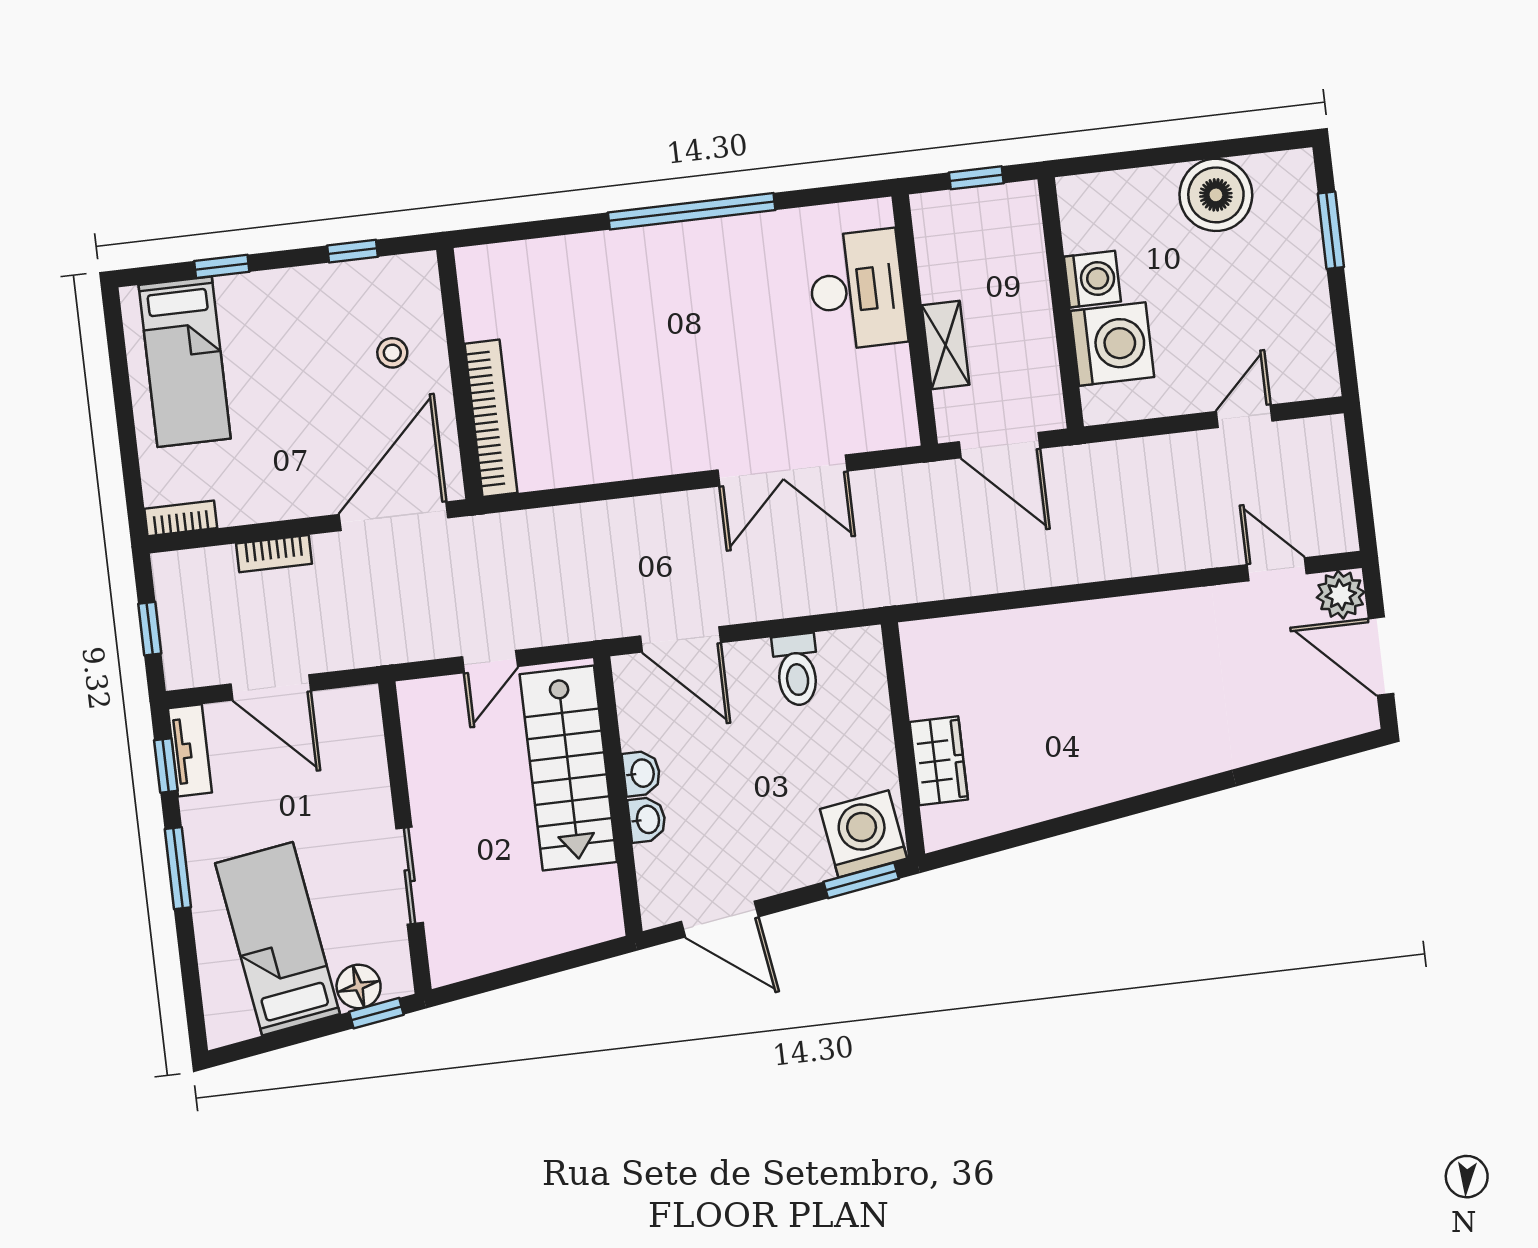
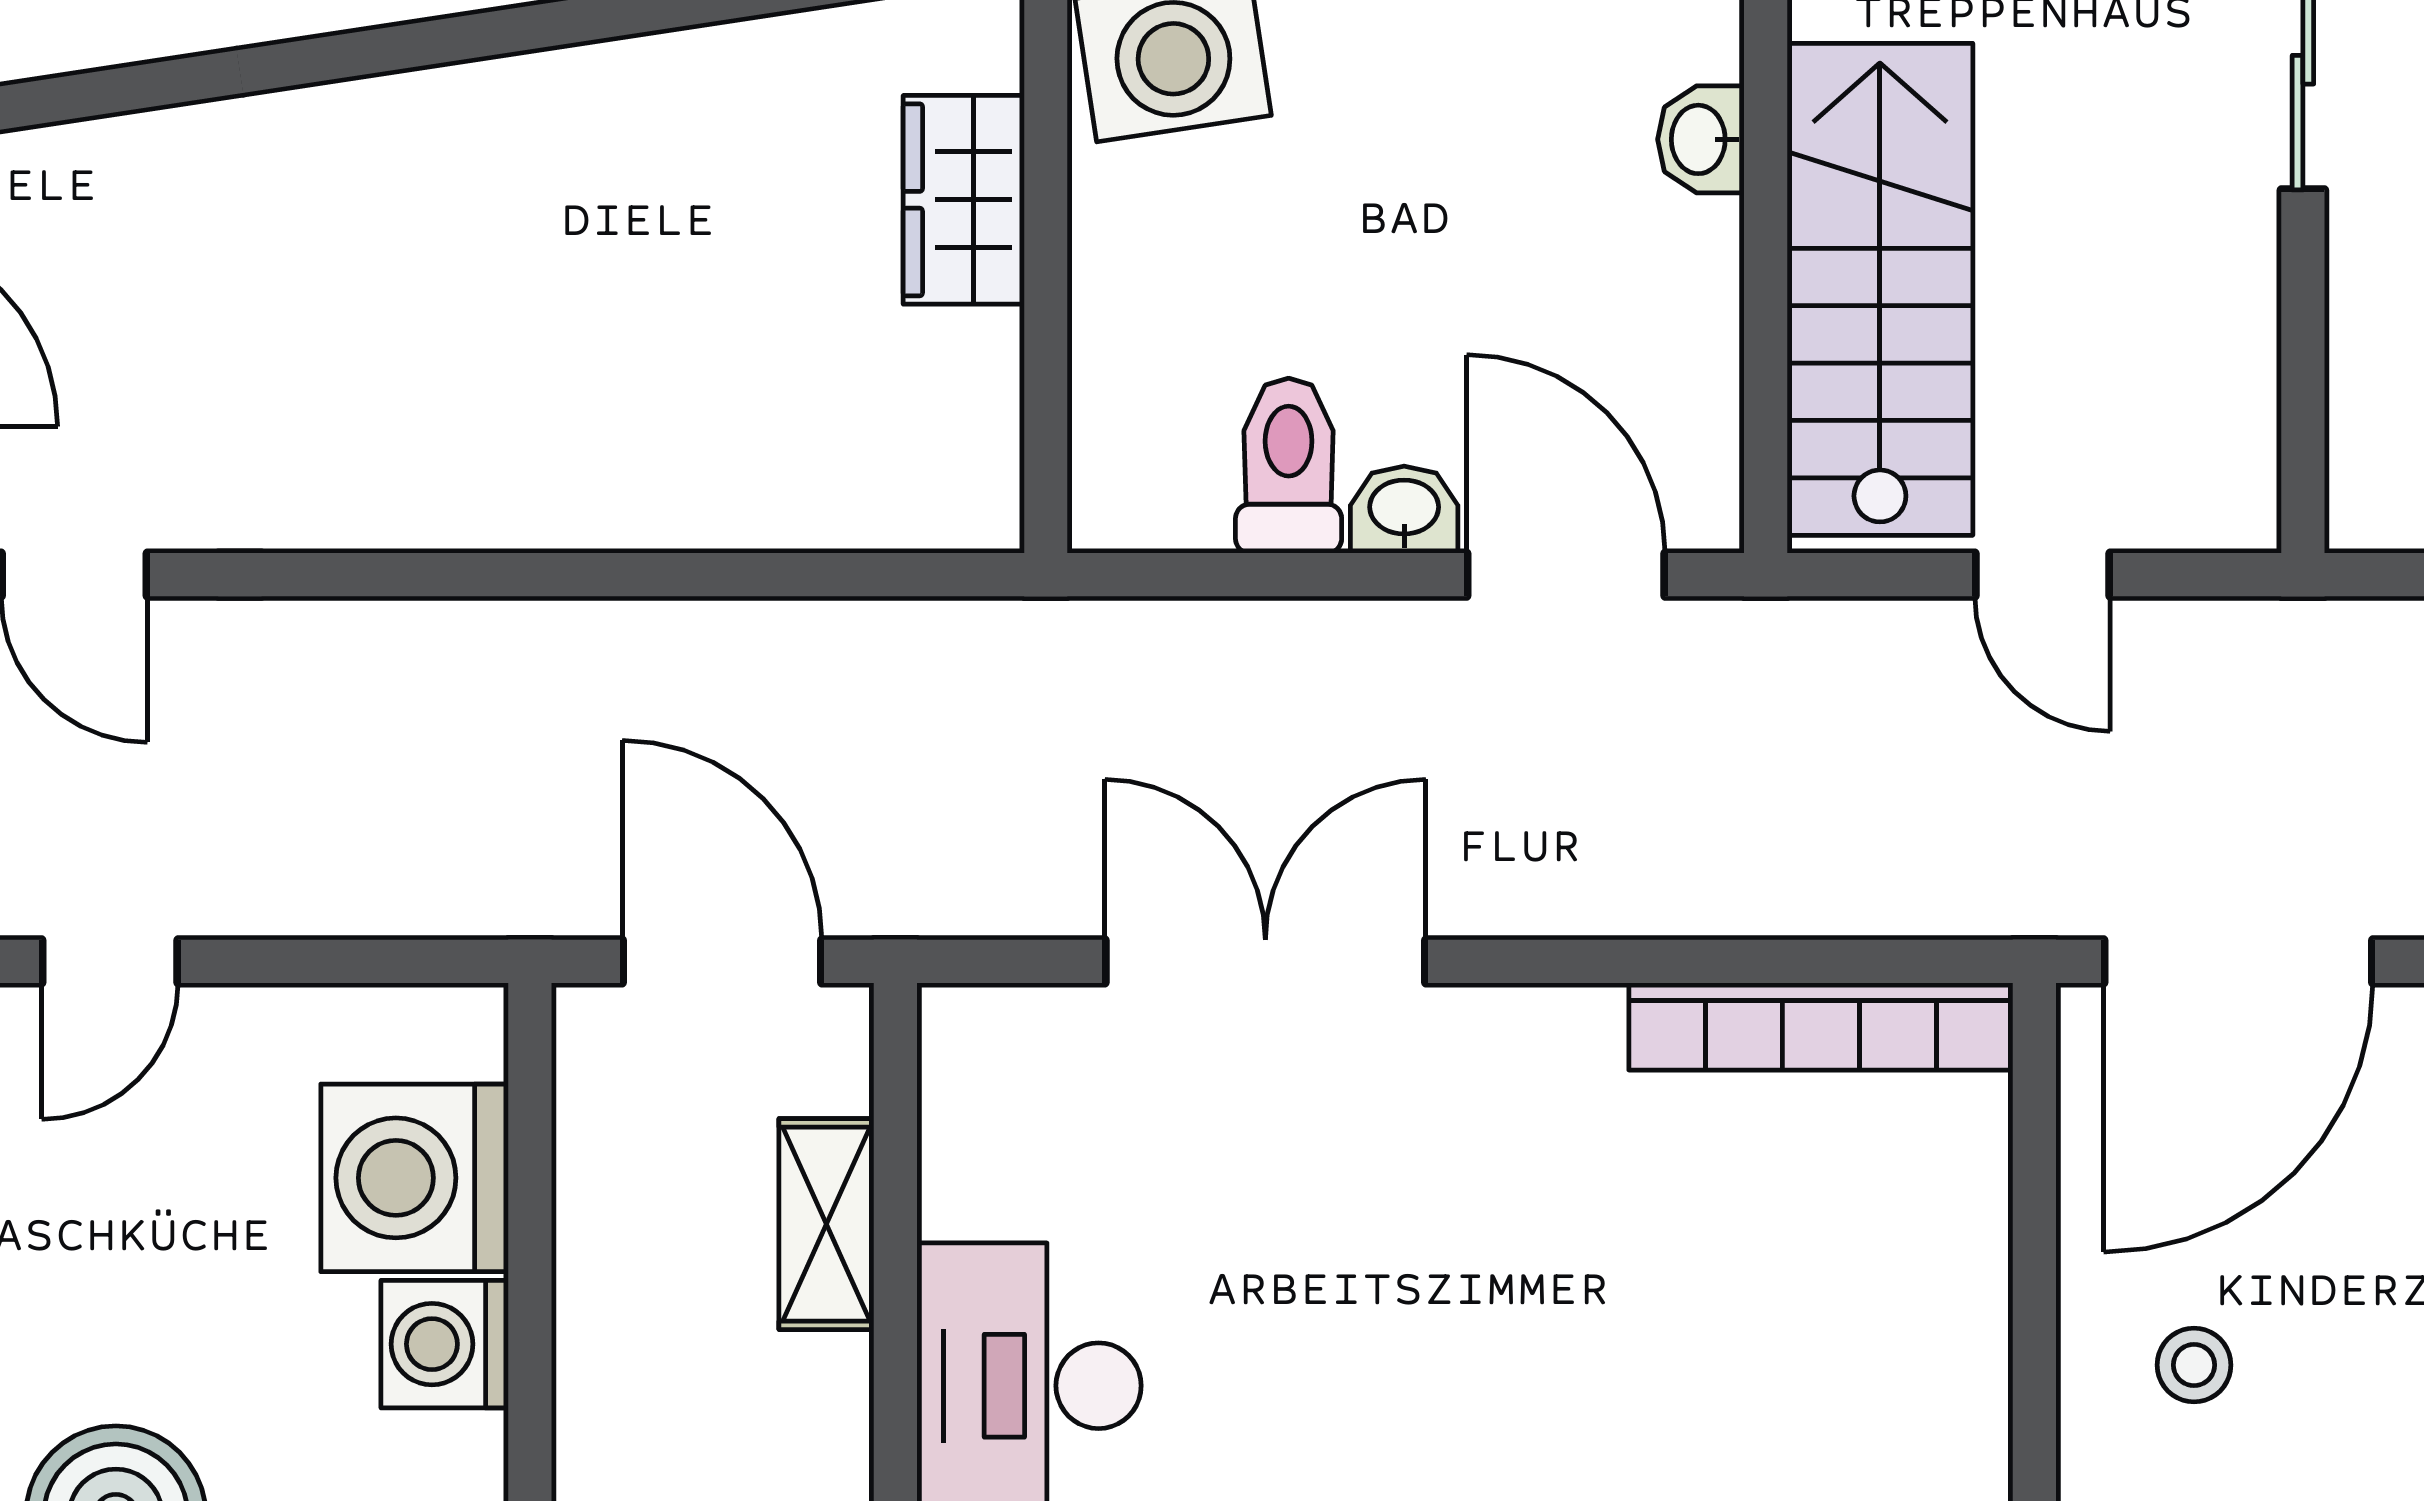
bookcase: (491, 418) -> (1821, 1026), moved, turned -90
door: (490, 662) -> (2042, 575), swing flipped
washbasin: (642, 773) -> (1404, 510), moved, turned 90

